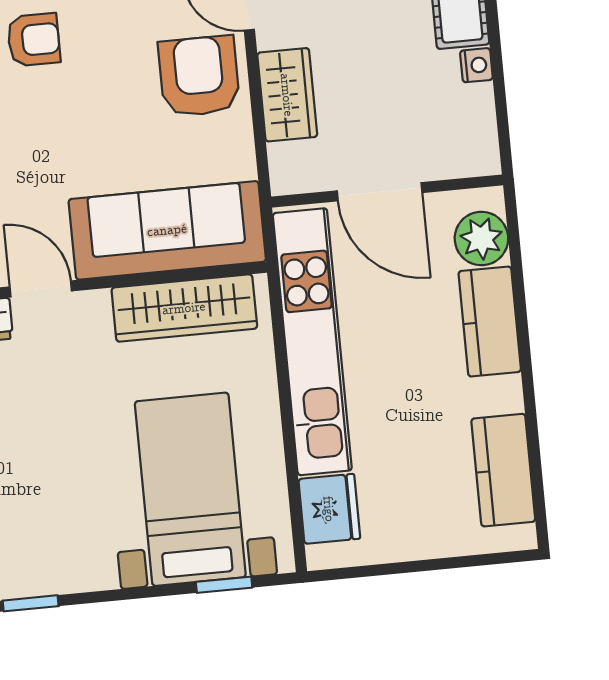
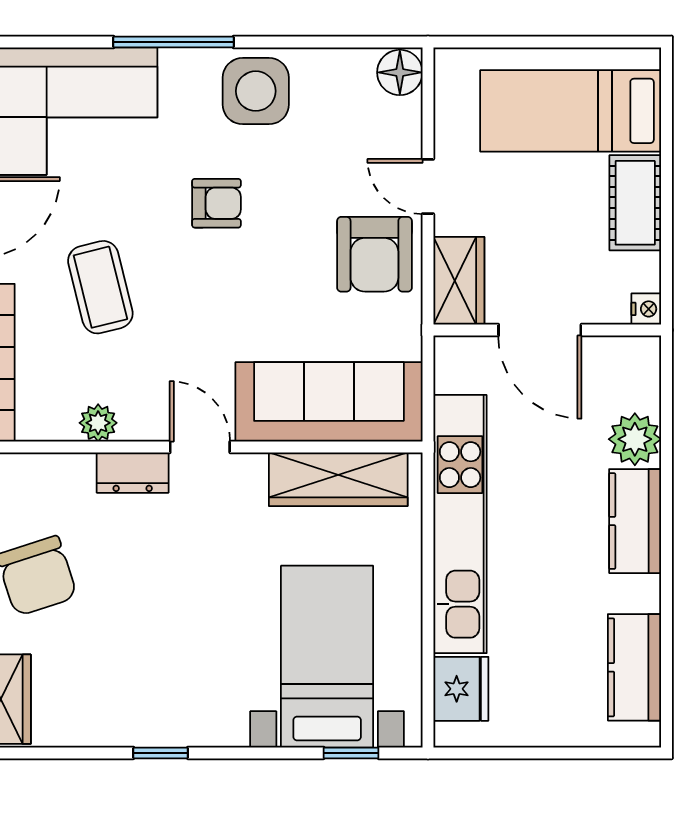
nightstand: (476, 65) -> (646, 309), moved
armchair: (199, 76) -> (374, 254), turned 180
wall: (387, 191) -> (547, 330), moved
door: (380, 192) -> (540, 330), moved

